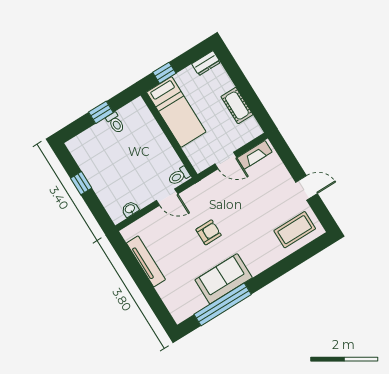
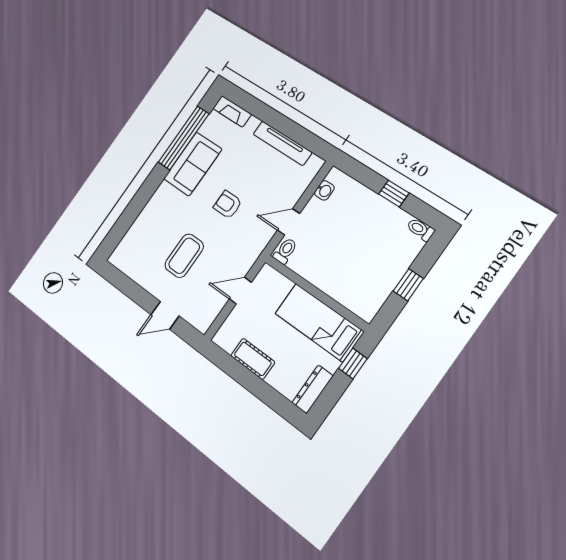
dresser: (206, 63) -> (313, 389), width x1.44
toilet: (115, 123) -> (421, 229), moved
fireplace: (255, 155) -> (232, 111), moved, turned -90
door: (306, 188) -> (165, 315), moved
coffee table: (295, 230) -> (184, 256), moved
armchair: (209, 232) -> (228, 205), turned 90

